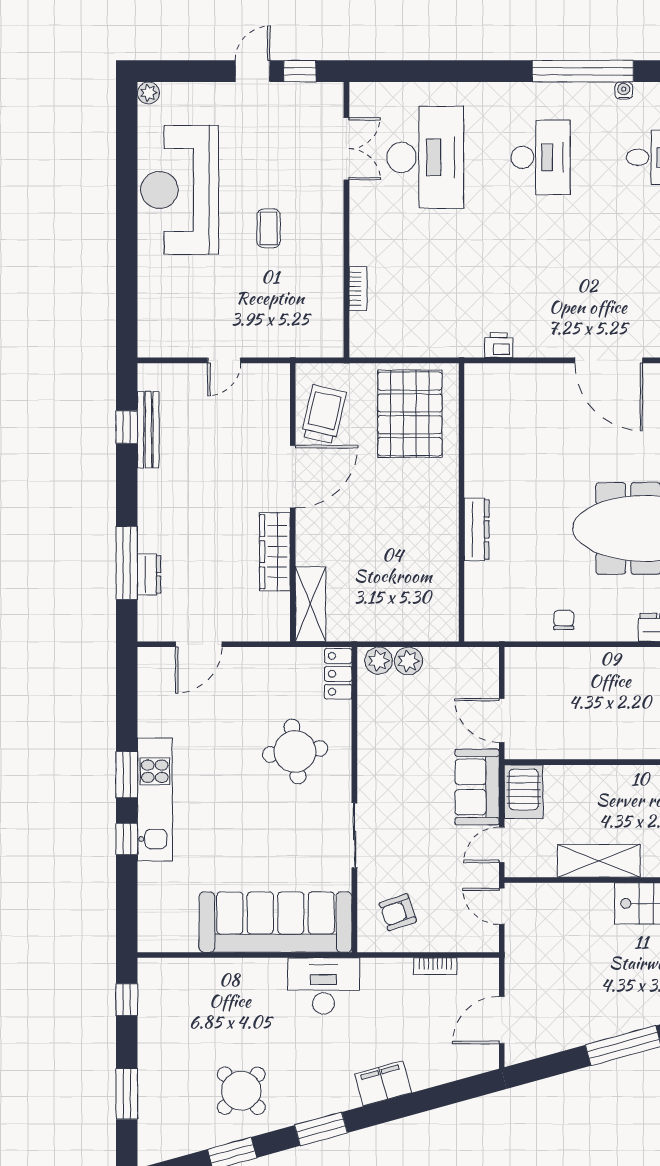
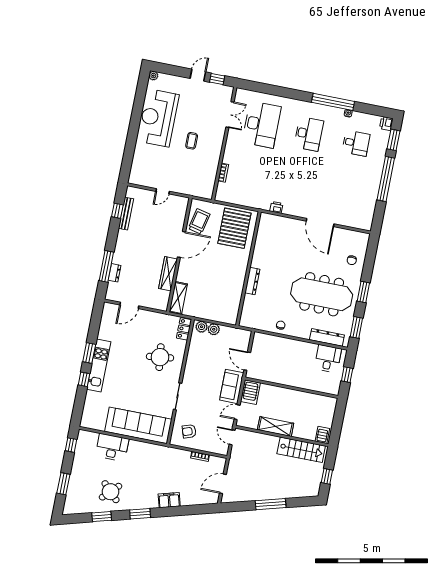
desk: (324, 986) -> (112, 447), moved

